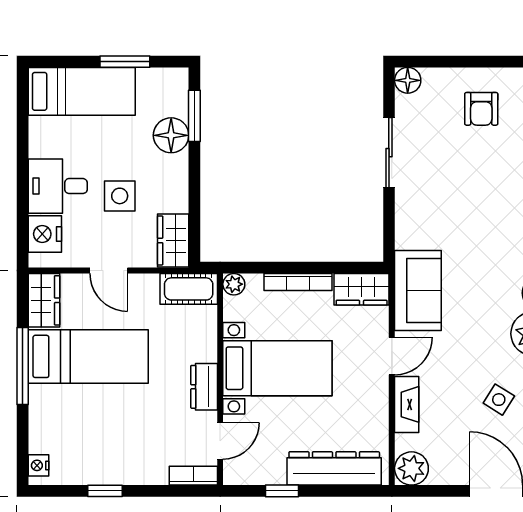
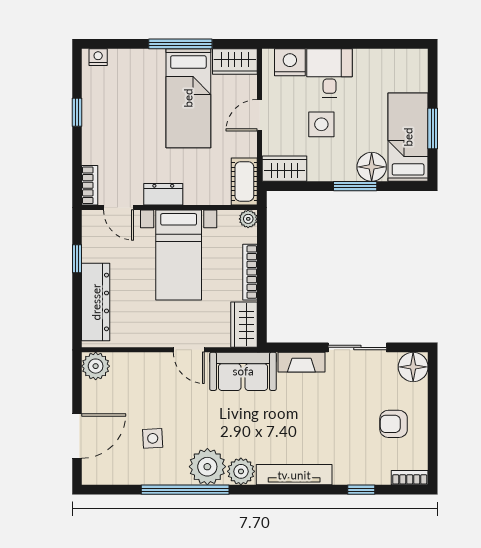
floor lamp: (408, 80) -> (413, 367), width x1.38, depth x1.38
bed: (82, 91) -> (408, 137), moved, turned 180
window: (194, 116) -> (355, 186), moved
side table: (499, 400) -> (153, 438), turned -35
fireplace: (407, 404) -> (301, 362), moved

